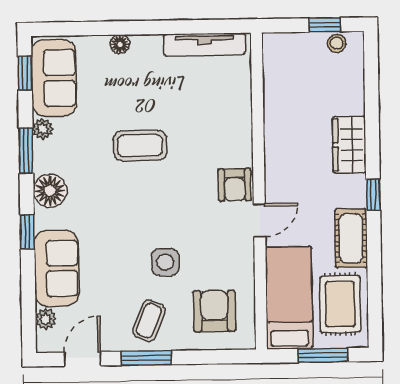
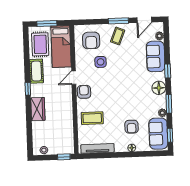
window: (325, 25) -> (64, 157), moved
armchair: (119, 97) -> (132, 127), added
coffee table: (140, 146) -> (92, 118), moved
side table: (165, 262) -> (101, 62), moved

